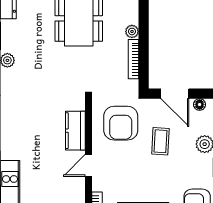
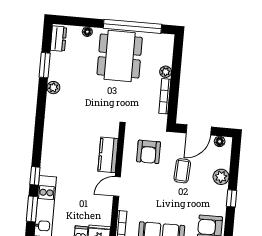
door: (175, 94) -> (199, 130), hinge flipped
armchair: (121, 123) -> (149, 152), width x0.73, depth x0.73

